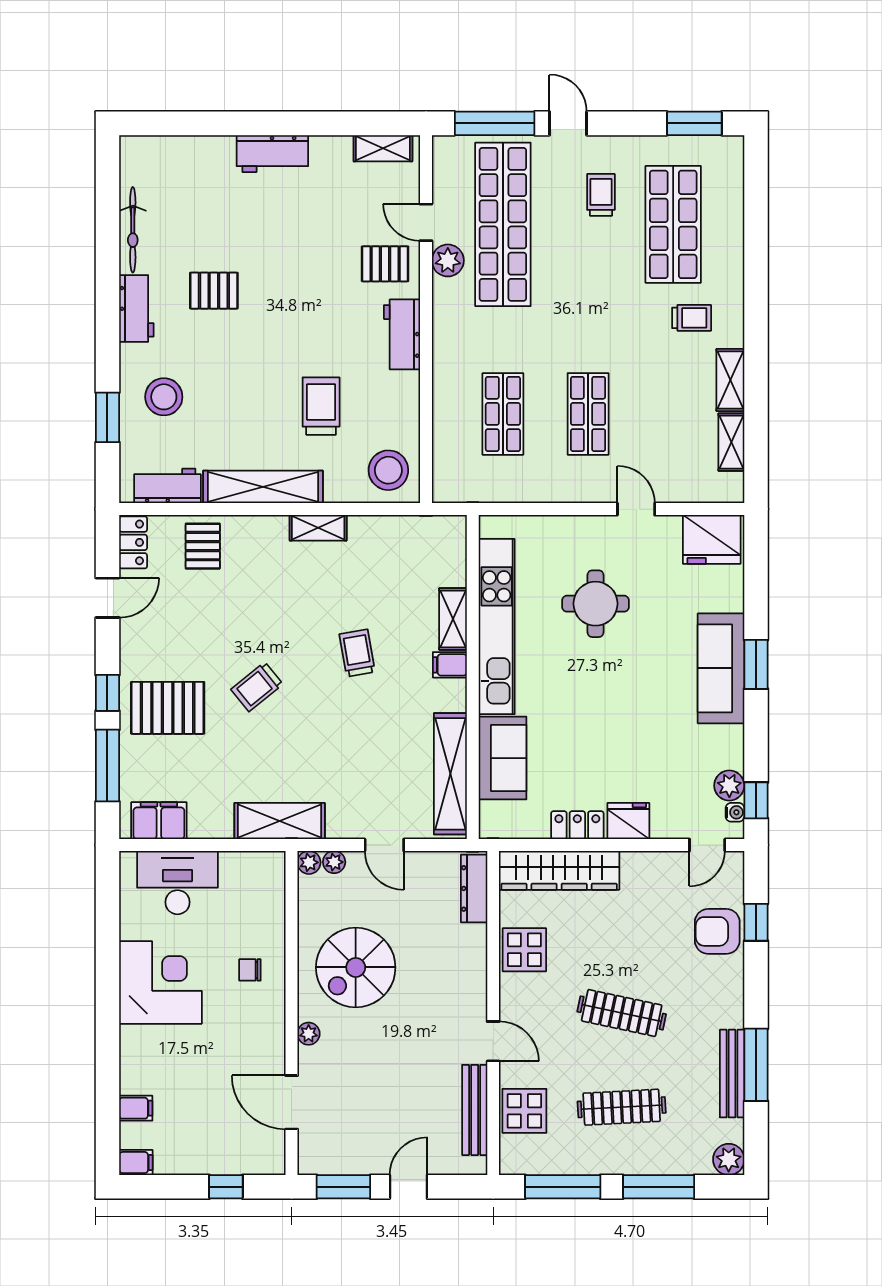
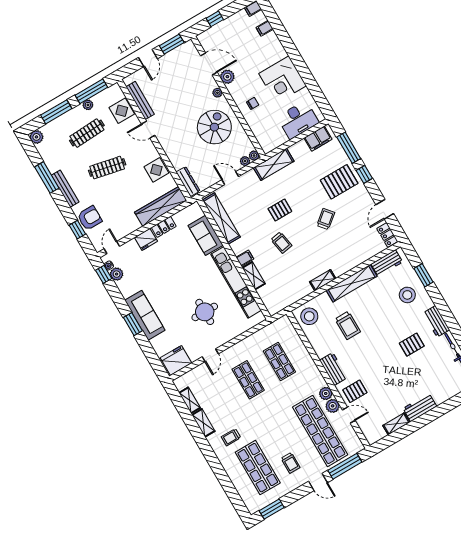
shelving: (383, 148) -> (396, 424), moved
plant: (447, 294) -> (326, 393), added
door: (636, 509) -> (210, 355), hinge flipped
pallet: (203, 546) -> (280, 210), moved, turned 90
trolley: (257, 687) -> (326, 219), moved
plant: (269, 1054) -> (227, 77), added
bench: (732, 1074) -> (65, 189), moved
plant: (586, 1163) -> (88, 105), added

